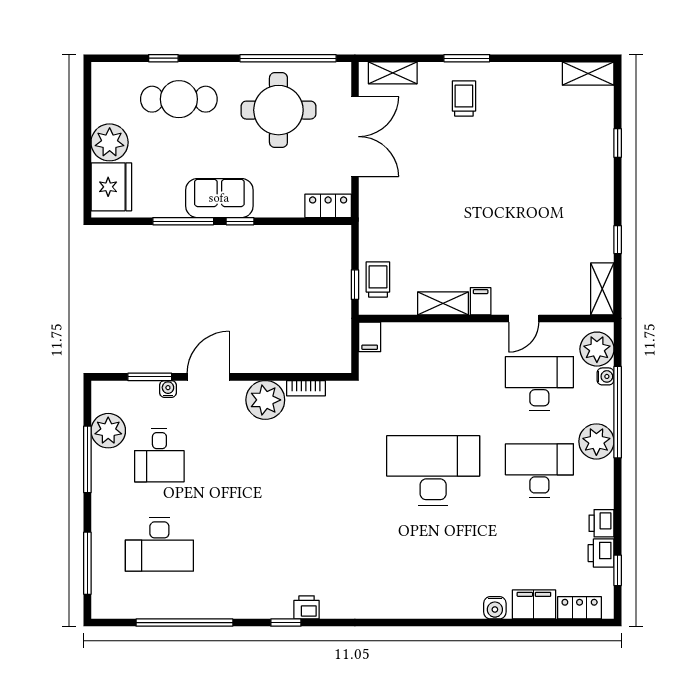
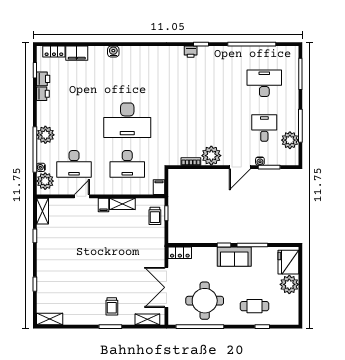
cafe table: (179, 99) -> (255, 306), width x0.73, depth x0.74
desk: (539, 471) -> (127, 164), moved
water cooler: (495, 608) -> (113, 52), moved

